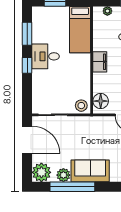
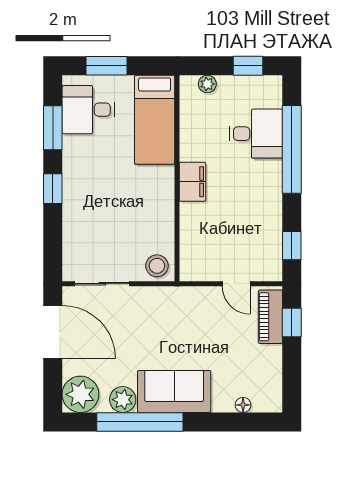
desk: (46, 56) -> (88, 110), moved
floor lamp: (101, 101) -> (194, 257), removed

